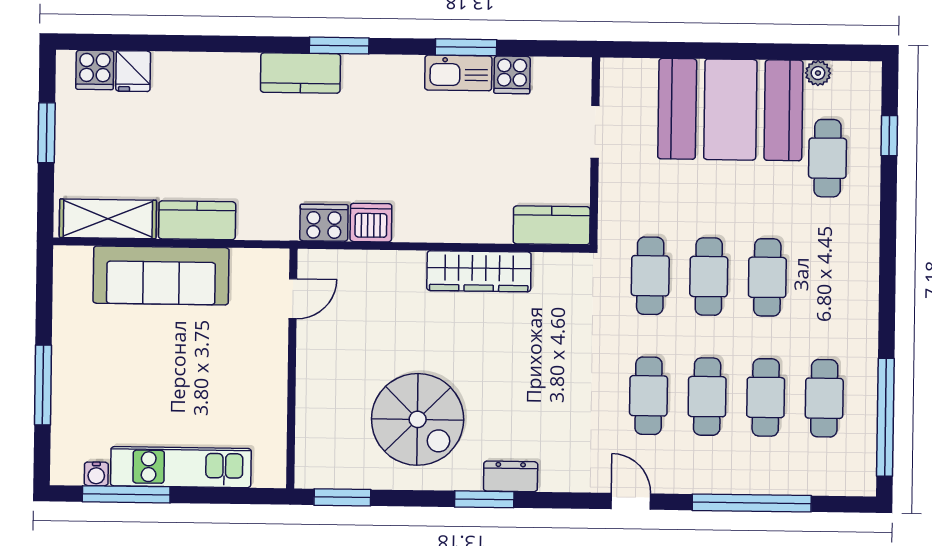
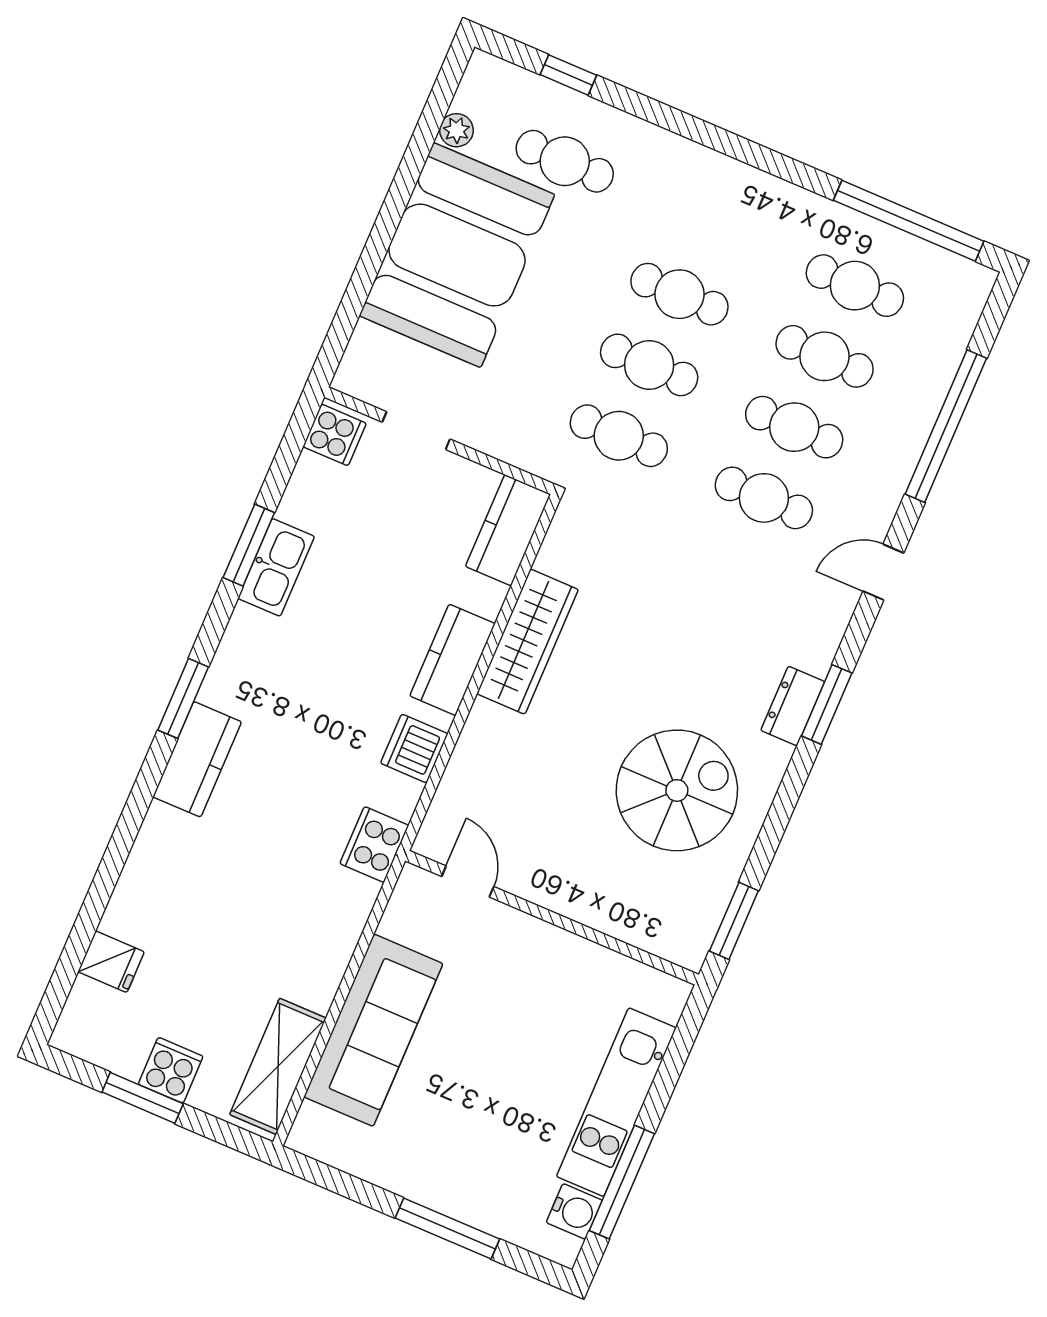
cooker: (95, 70) -> (171, 1070), moved, turned -90
cooker: (512, 75) -> (335, 435), moved
kitchen counter: (197, 220) -> (453, 660), moved
cooker: (324, 223) -> (374, 845), moved
water cooler: (96, 474) -> (574, 1211), width x1.38, depth x1.38
window: (484, 499) -> (827, 704), moved

